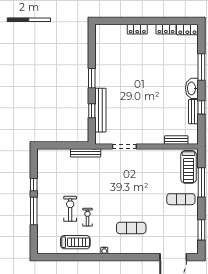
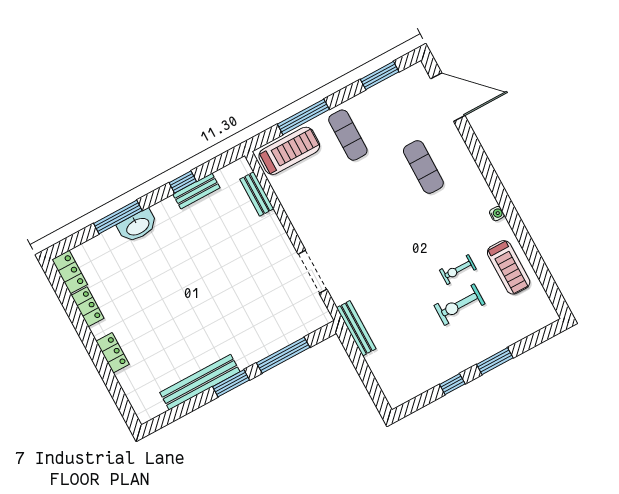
washbasin: (192, 88) -> (138, 226), moved
bench: (100, 110) -> (200, 382), moved
window: (92, 111) -> (283, 355), width x2.17
window: (34, 211) -> (495, 361), width x0.69
exercise mat: (131, 228) -> (423, 167), moved
treadmill: (75, 242) -> (509, 267), turned 180

